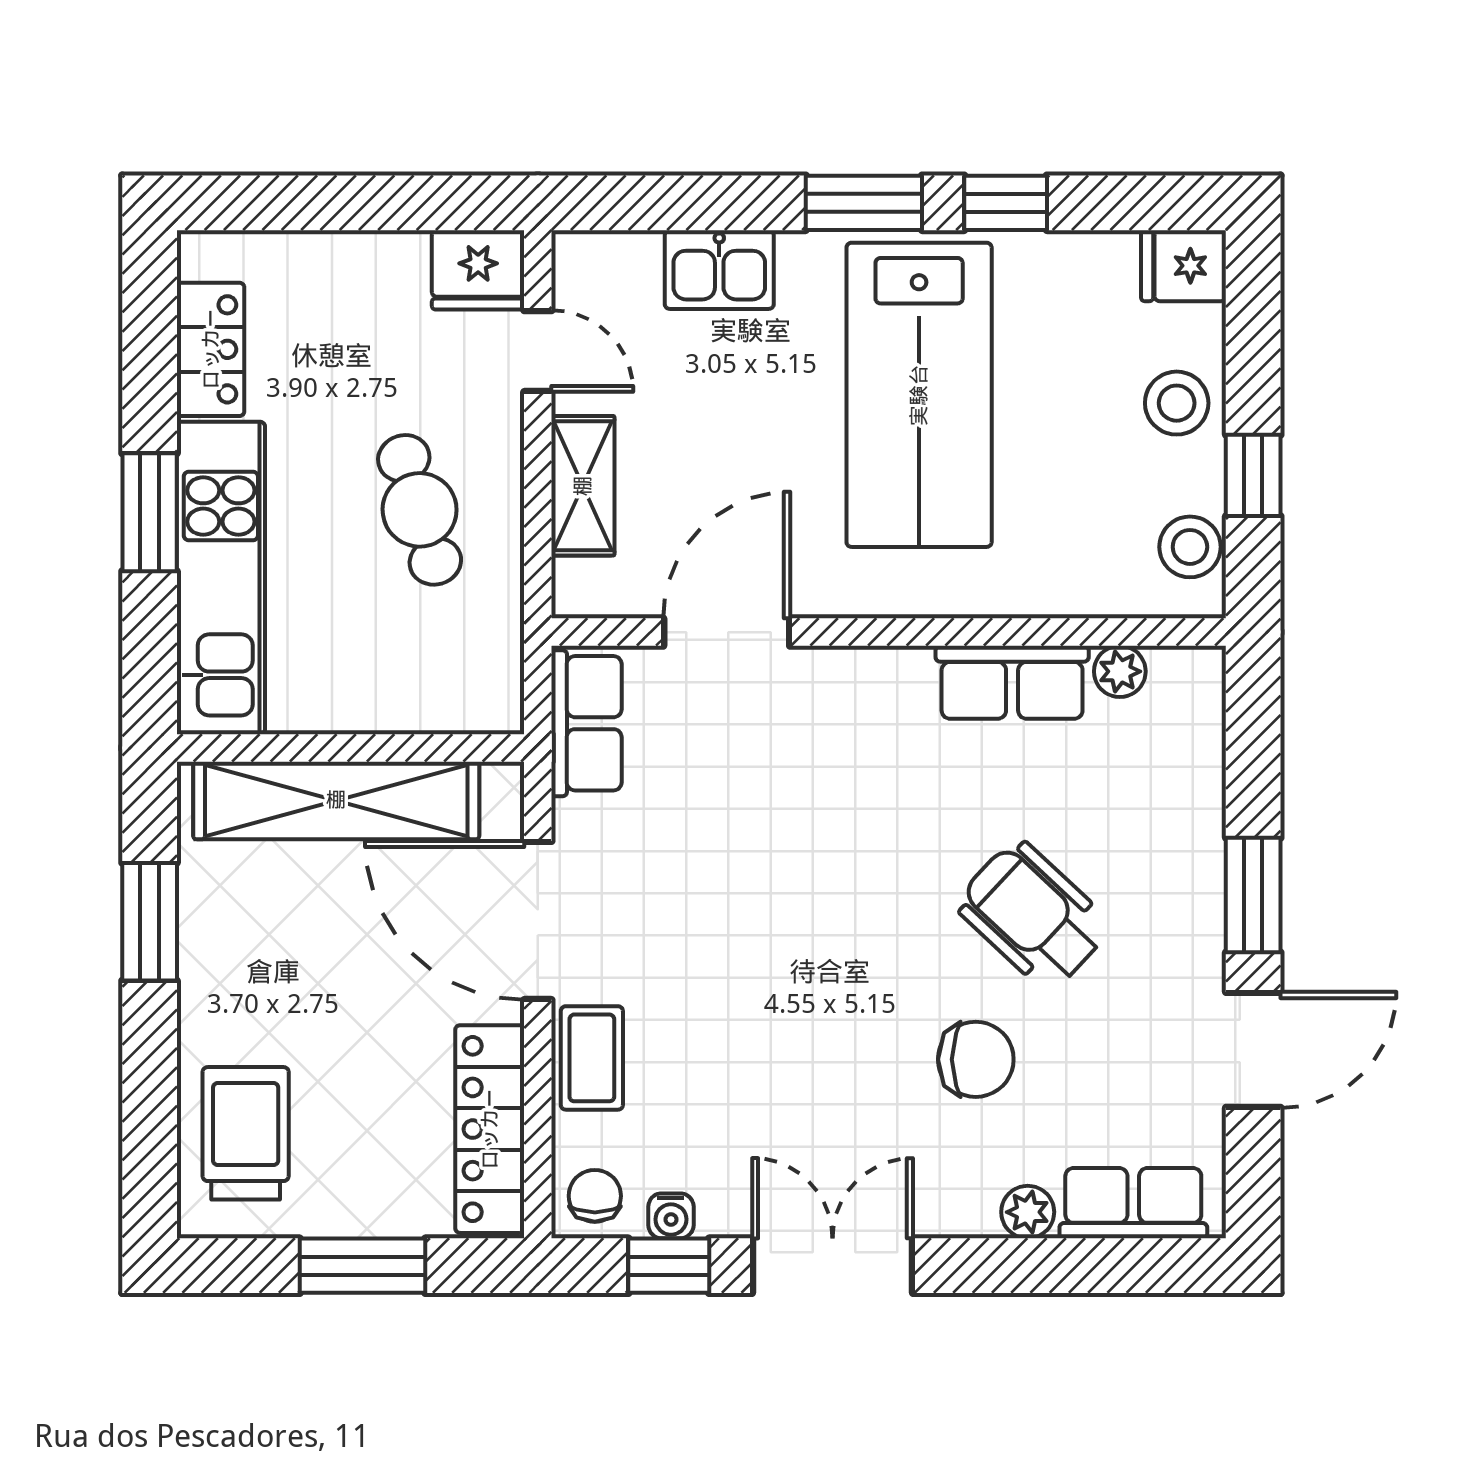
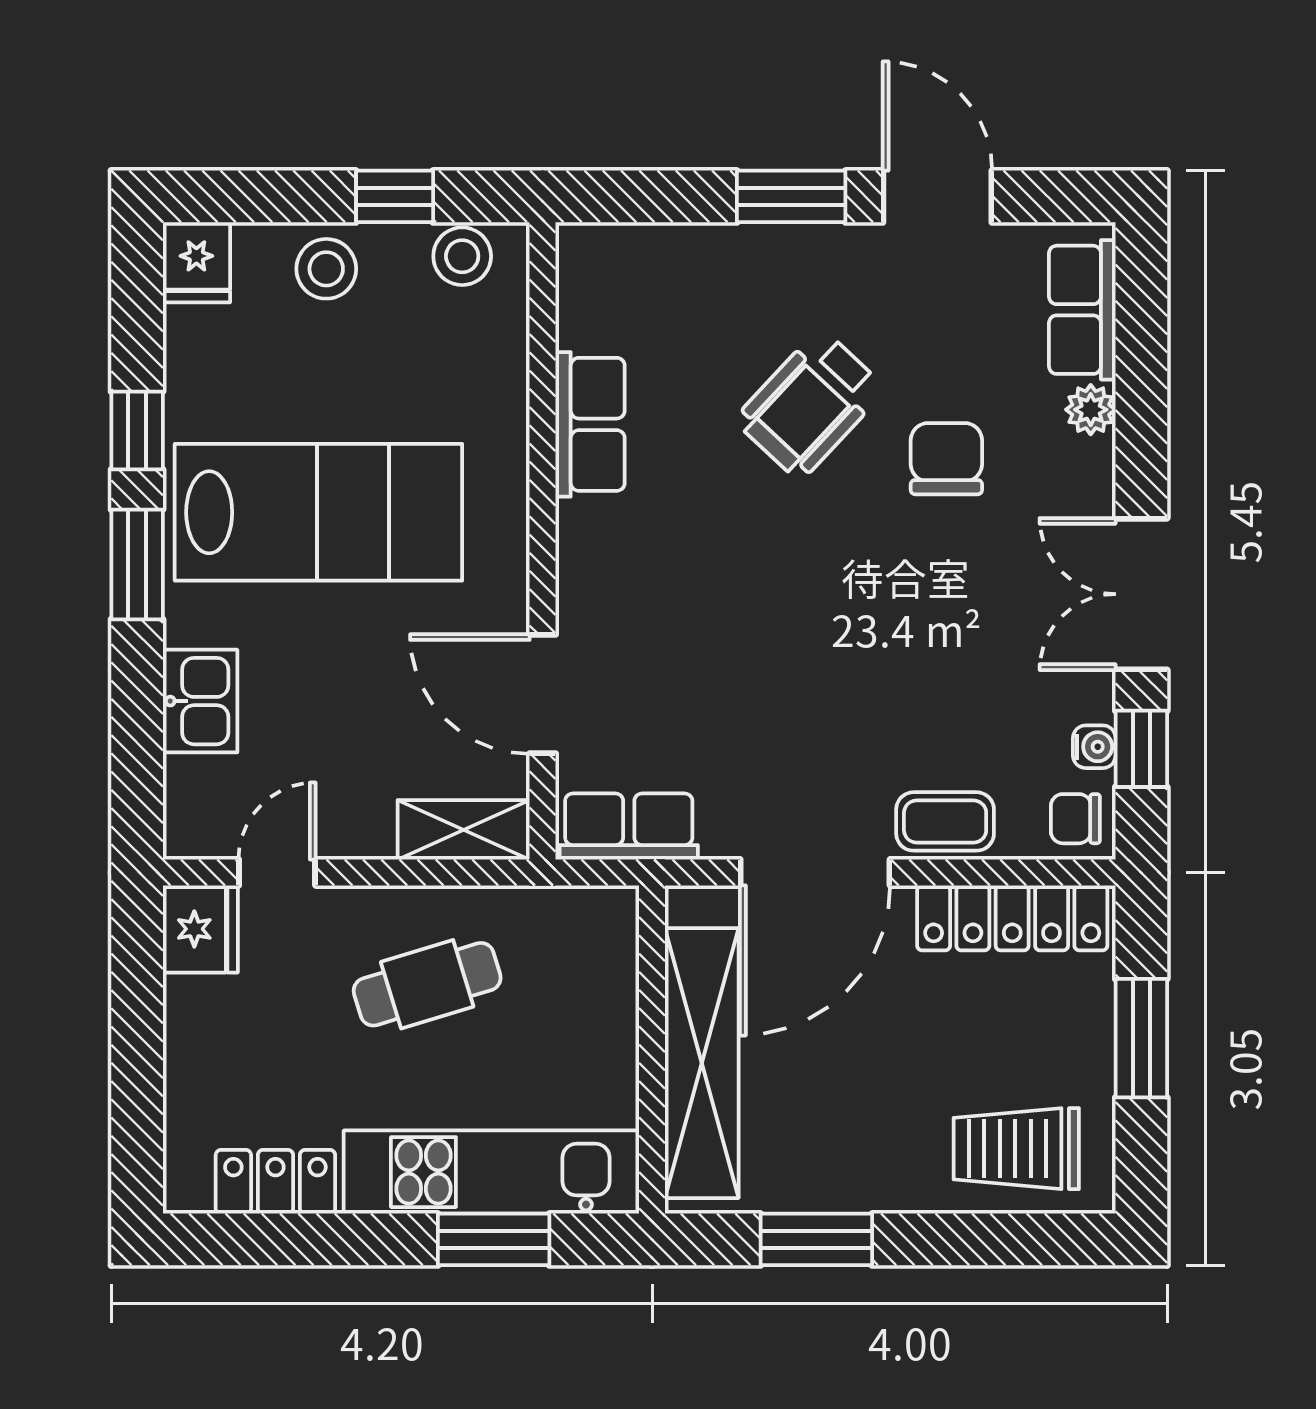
shelving: (583, 486) -> (464, 830), moved
window: (150, 512) -> (494, 1239), moved
plant: (1120, 671) -> (580, 323), removed

